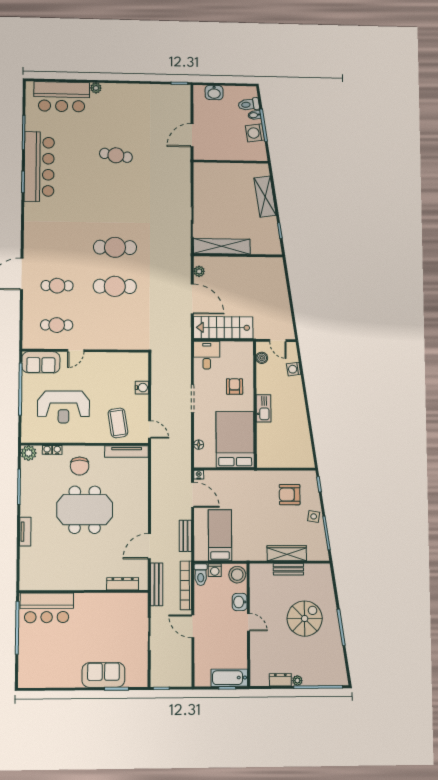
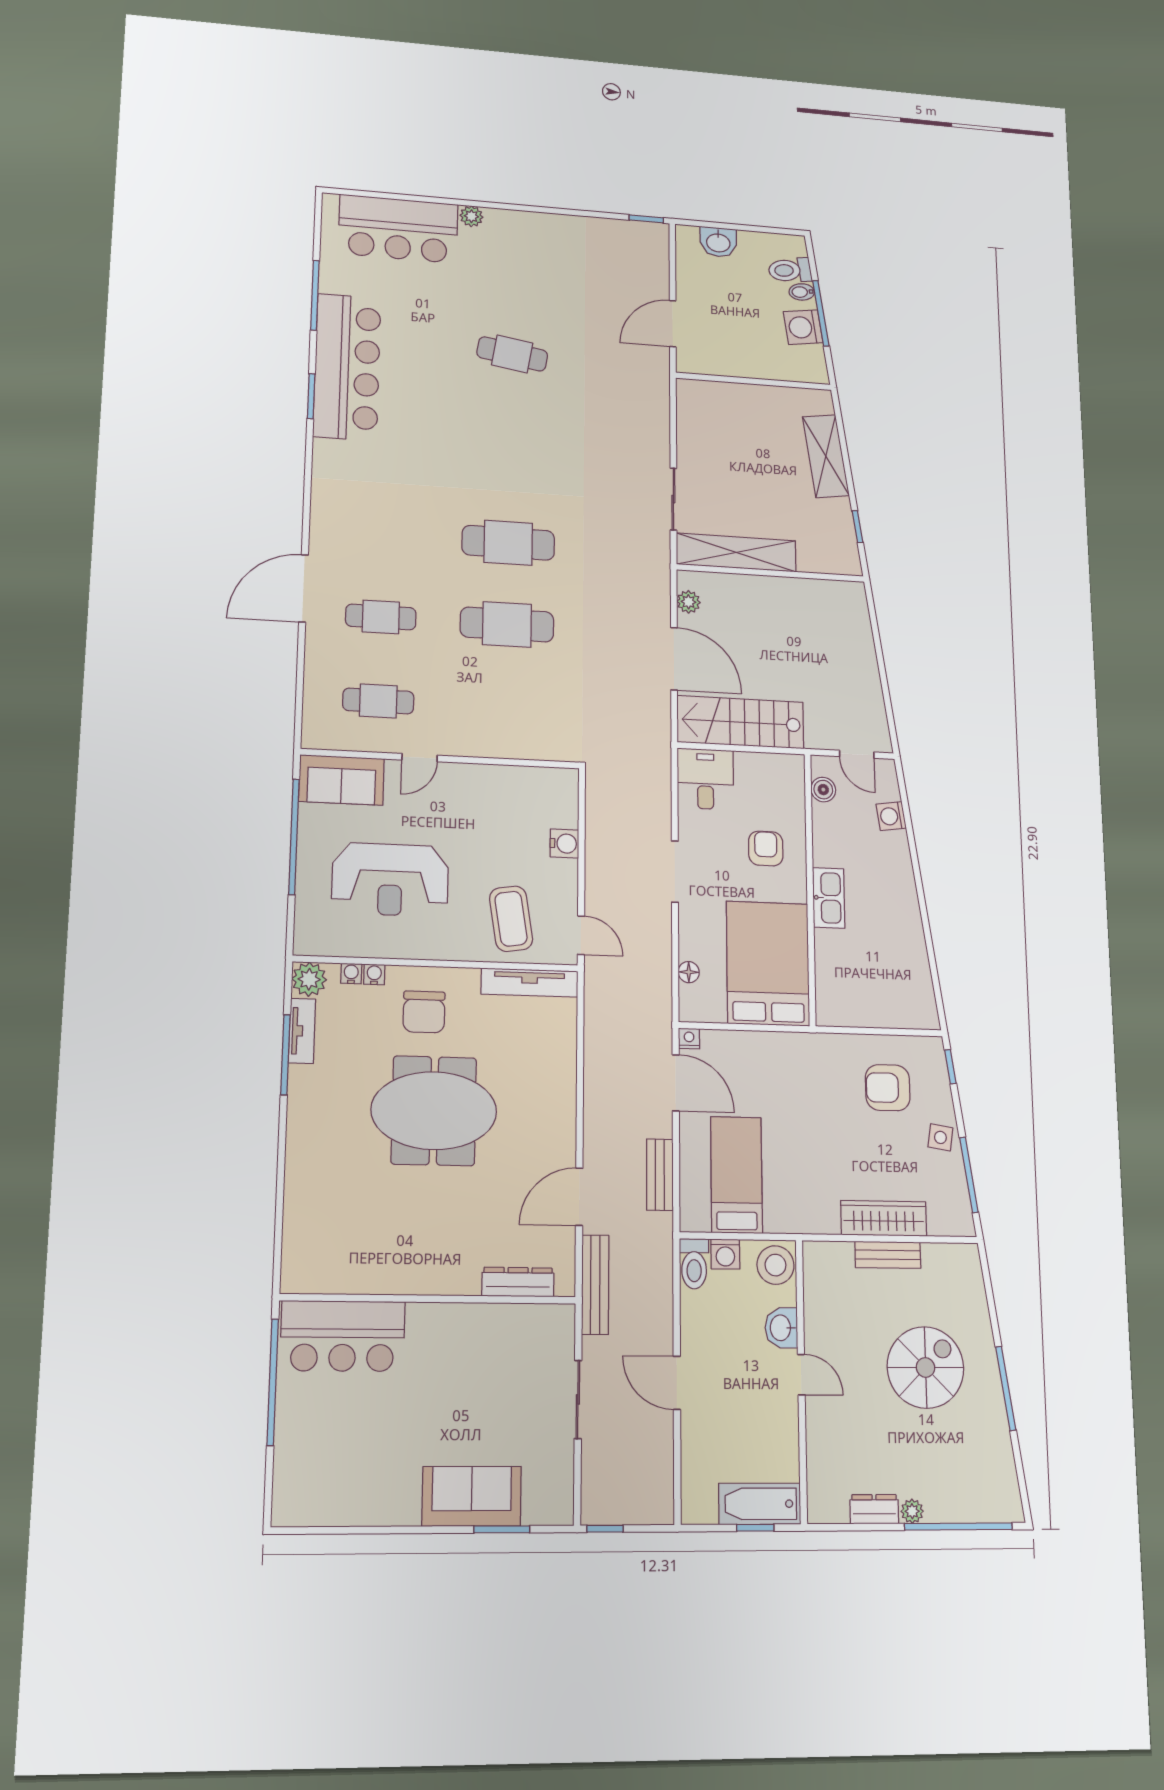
tv unit: (25, 532) -> (302, 1031), moved
bookcase: (186, 585) -> (661, 1288), removed

